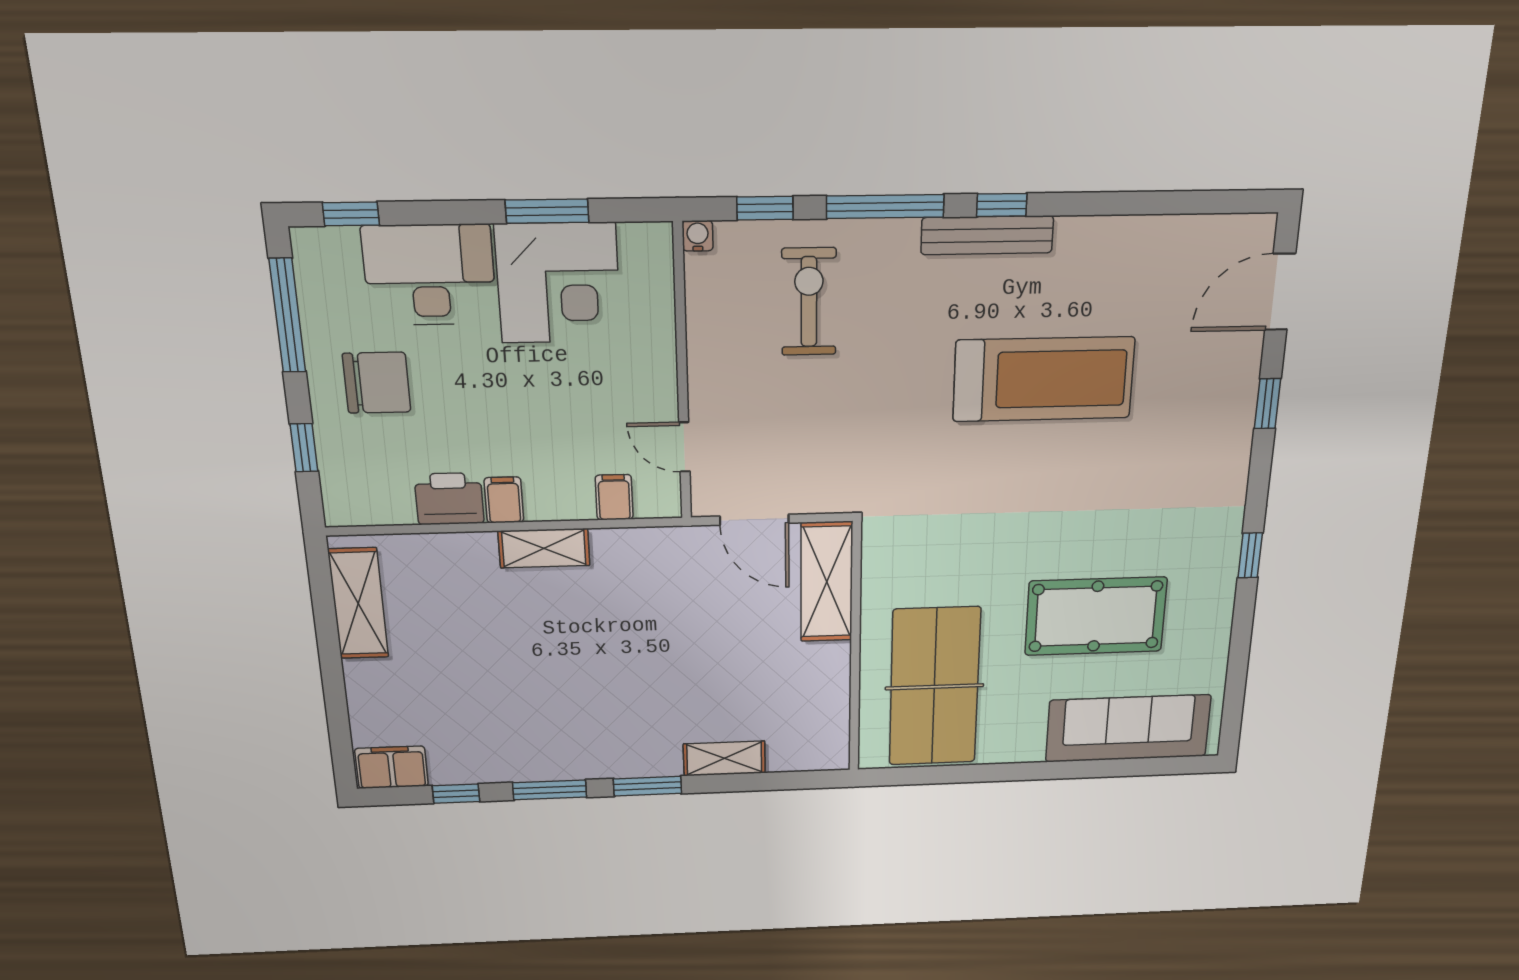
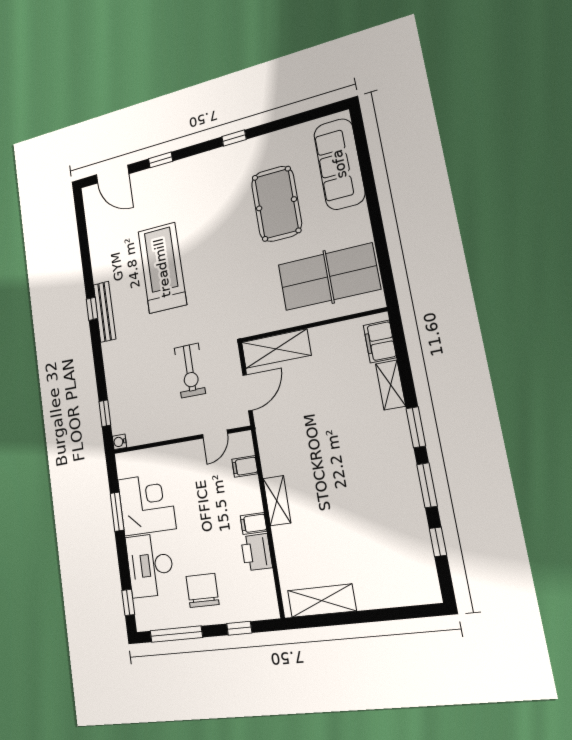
window: (885, 207) -> (98, 360), removed
exercise bike: (809, 302) -> (190, 371), moved, turned -90
filing cabinet: (392, 767) -> (380, 341), moved

